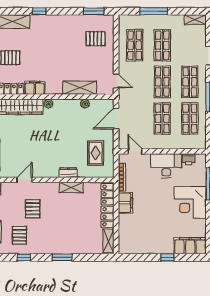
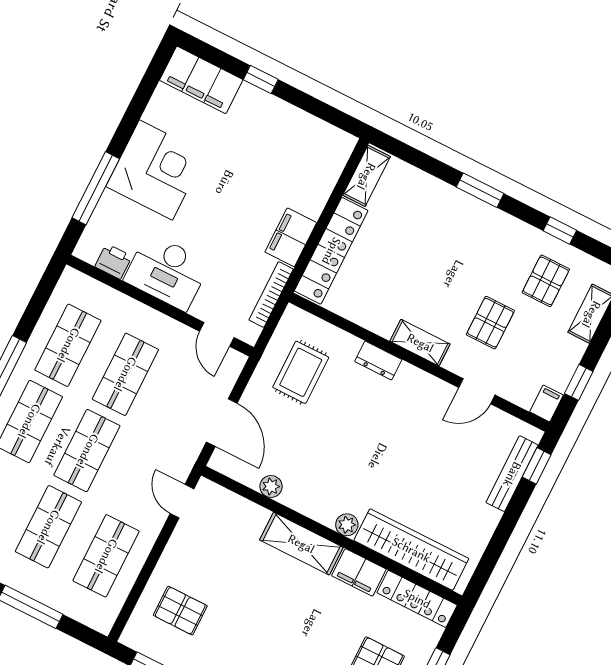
shelving: (80, 88) -> (301, 544), moved
door: (116, 119) -> (222, 423), hinge flipped
shelving: (71, 187) -> (420, 343), moved

